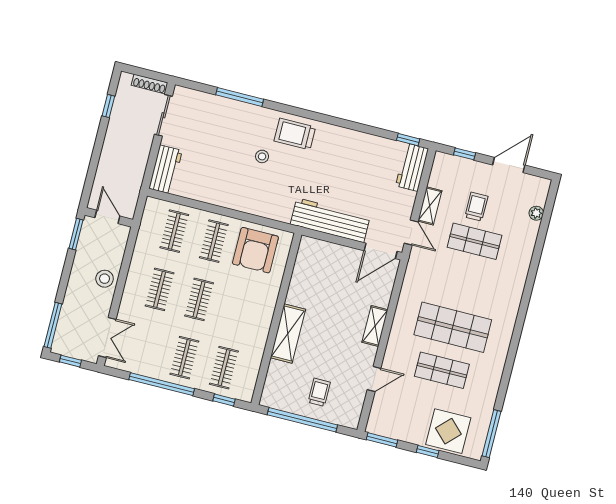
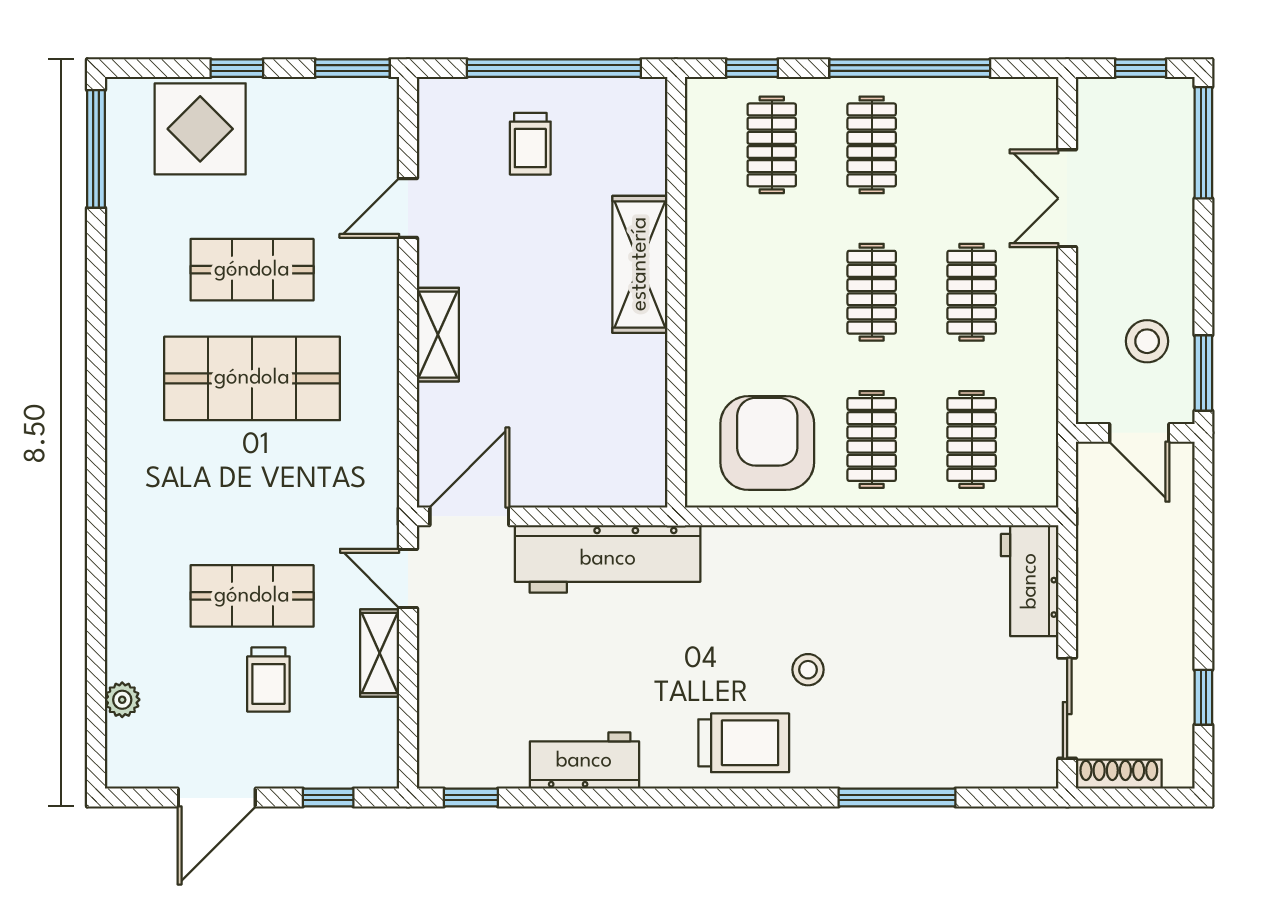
workbench: (412, 167) -> (584, 761), moved, turned -90
stool: (105, 279) -> (1147, 341), moved
double door: (107, 337) -> (1067, 198), moved

